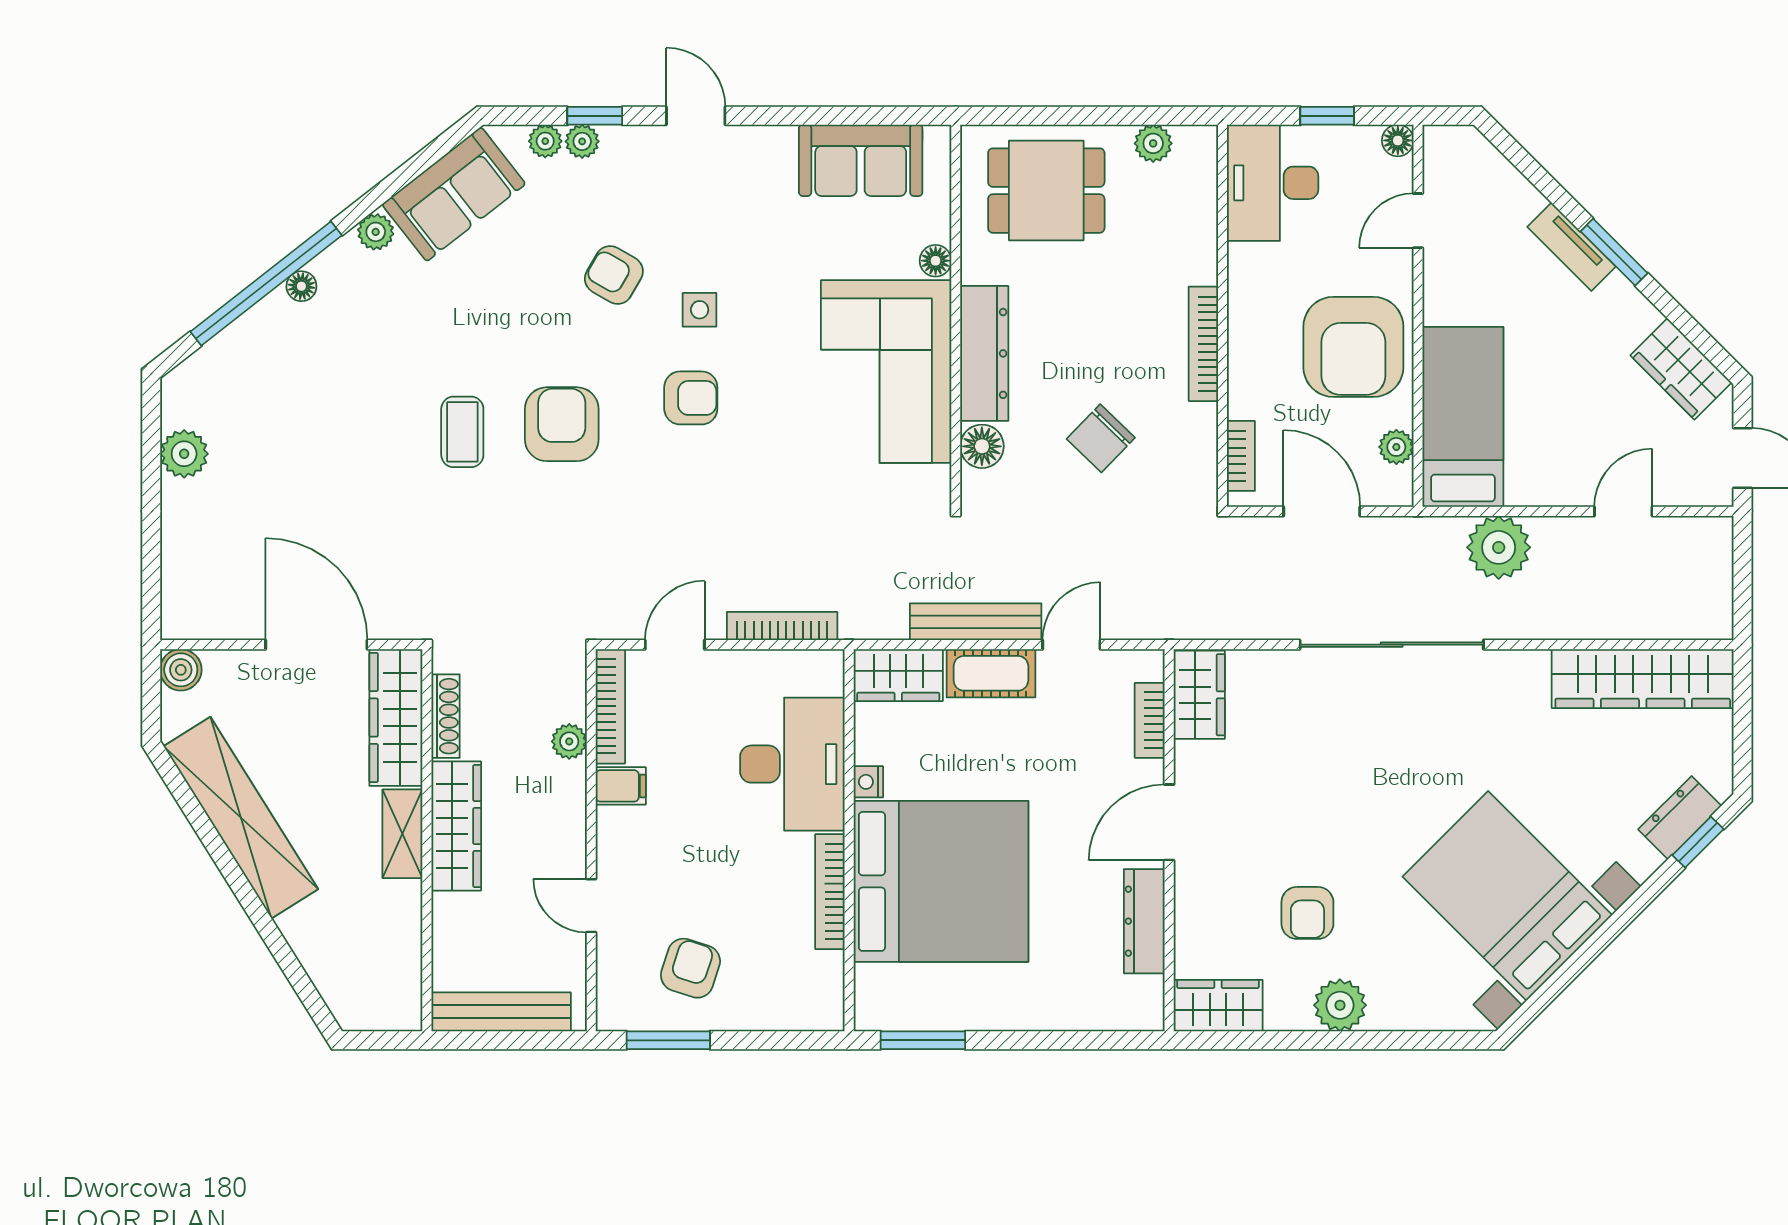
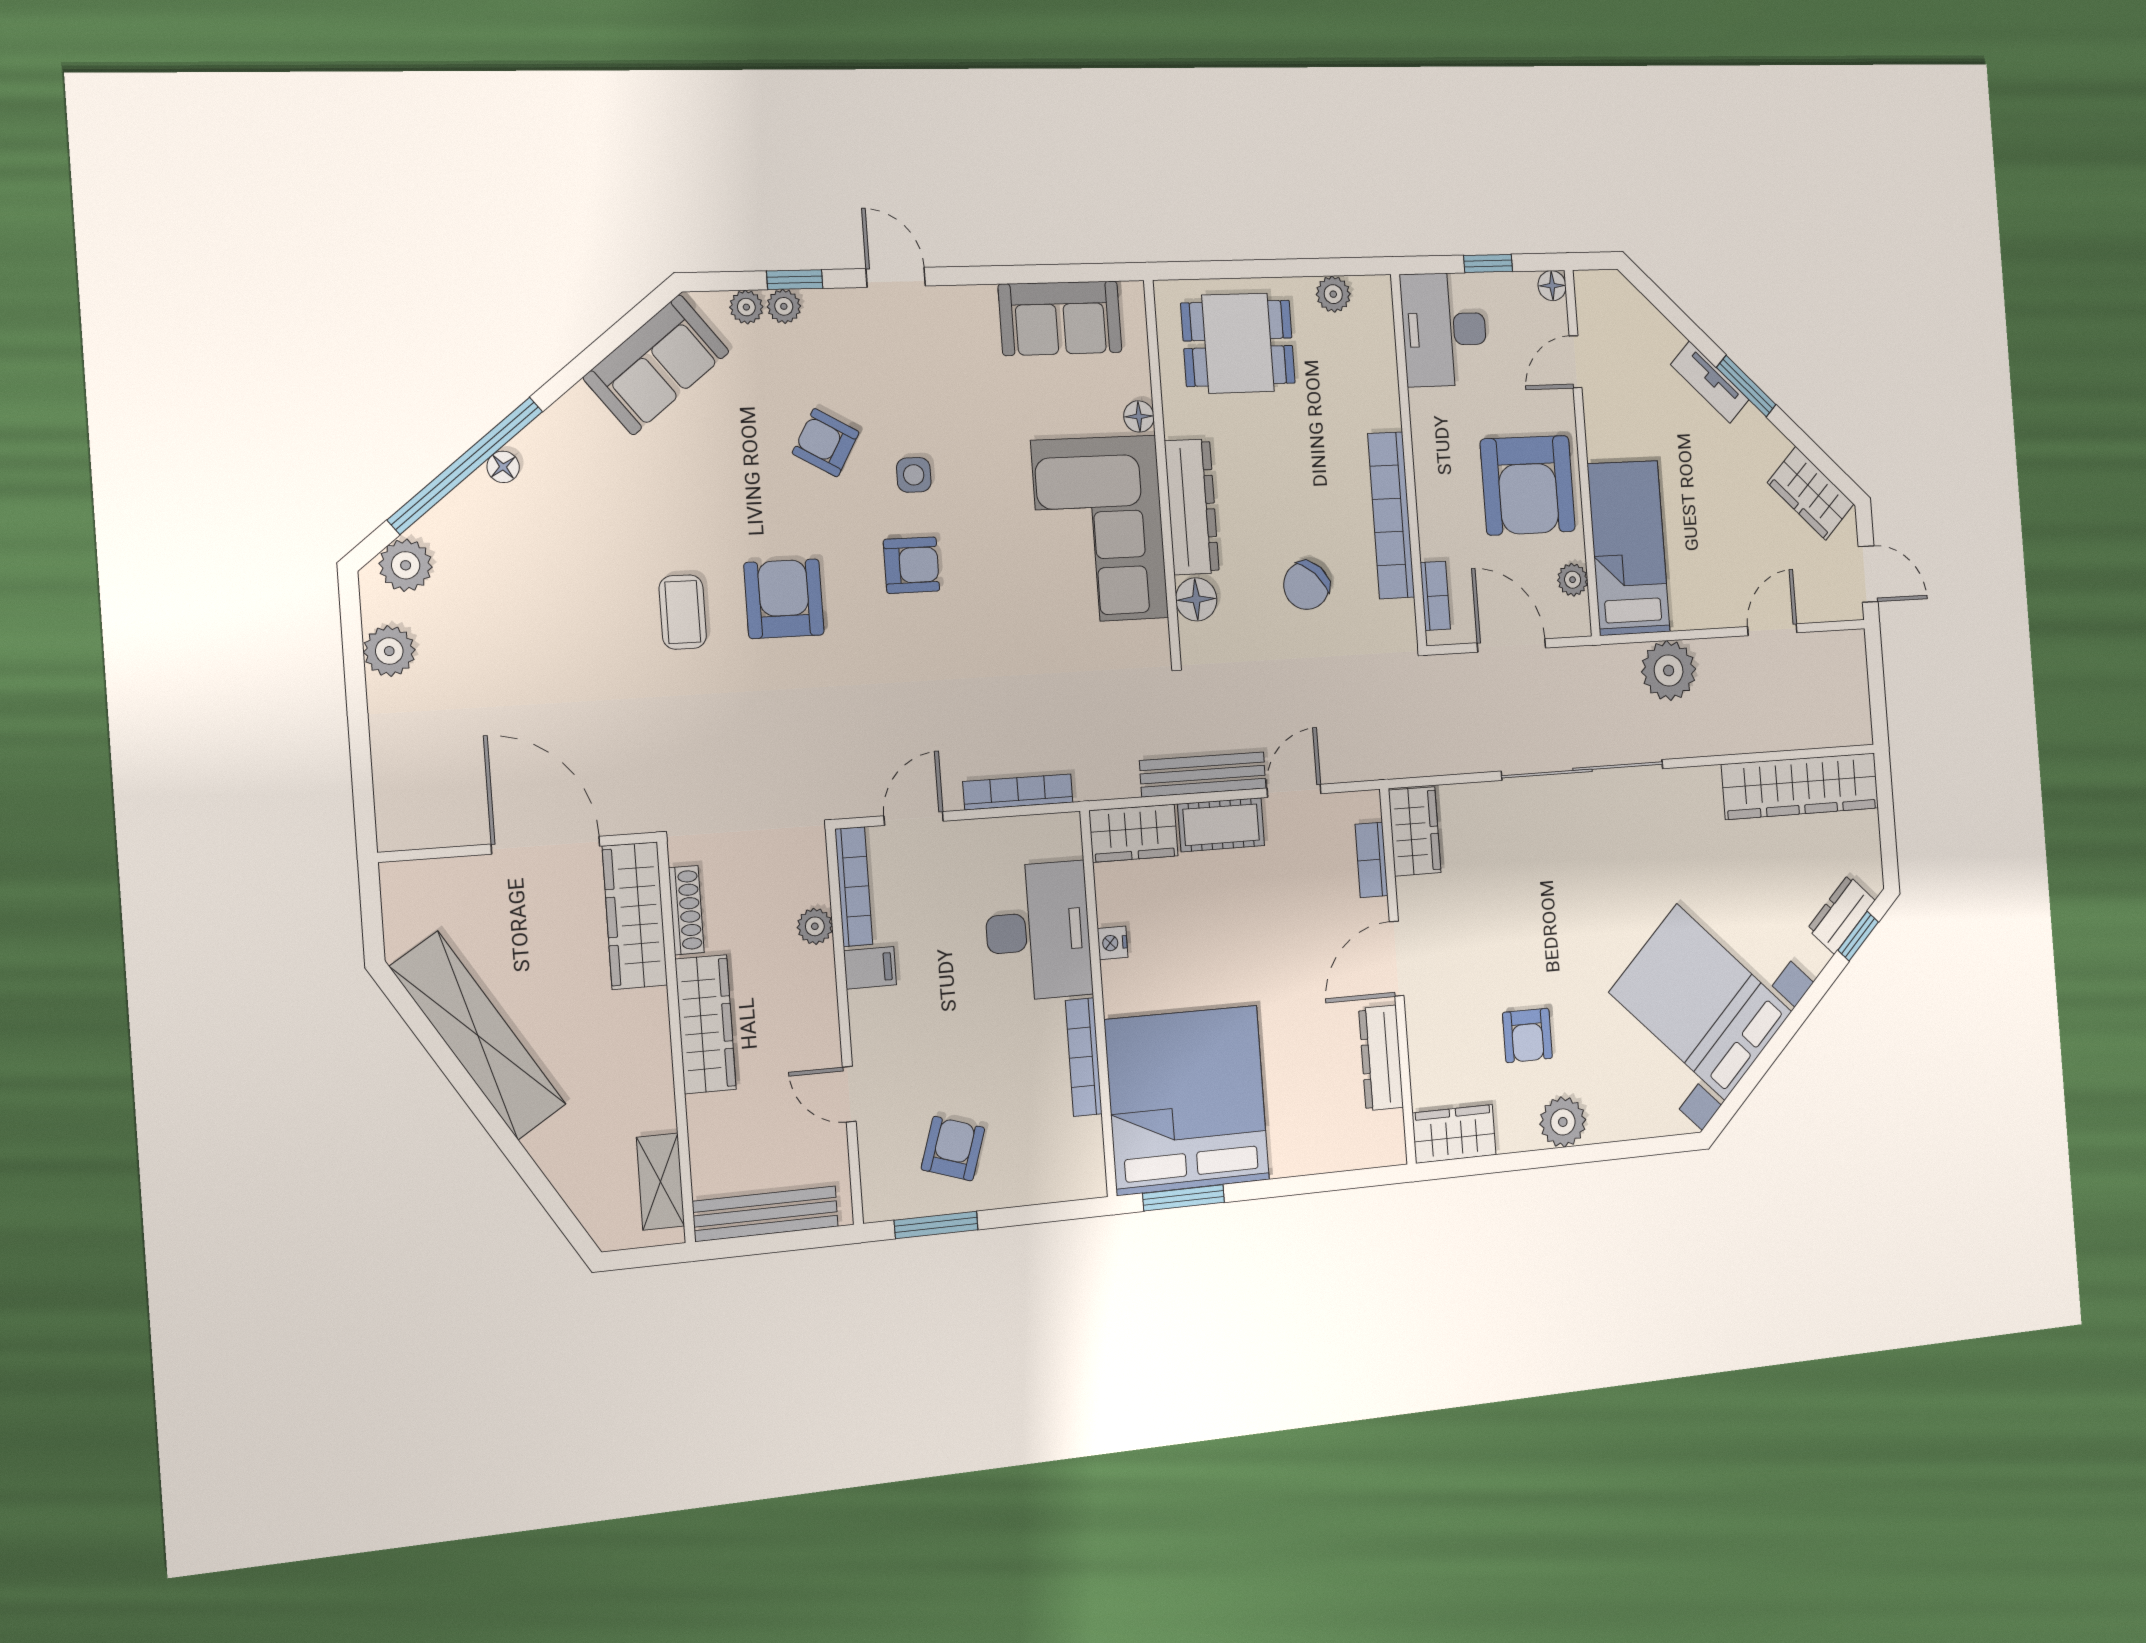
plant: (376, 232) -> (406, 565), moved, width x1.38, depth x1.38
bookcase: (1203, 344) -> (1391, 515), width x1.48, depth x1.31
boiler: (181, 670) -> (402, 883), removed
shelving: (402, 834) -> (660, 1182), moved
bed: (941, 881) -> (1187, 1100), moved, turned -90

